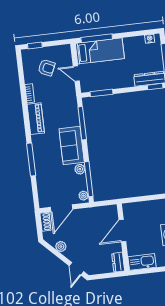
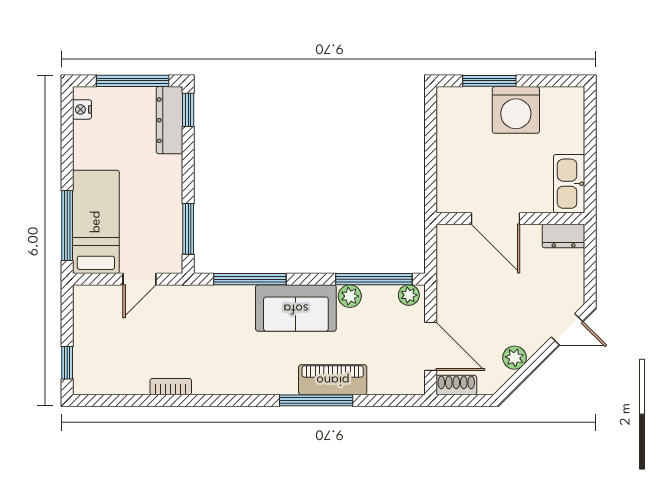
armchair: (47, 68) -> (119, 343), removed
piano: (36, 119) -> (333, 380), moved

